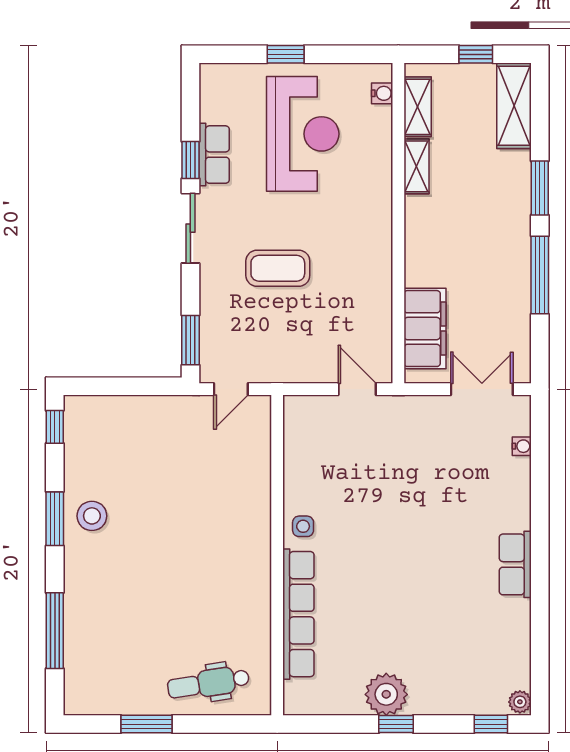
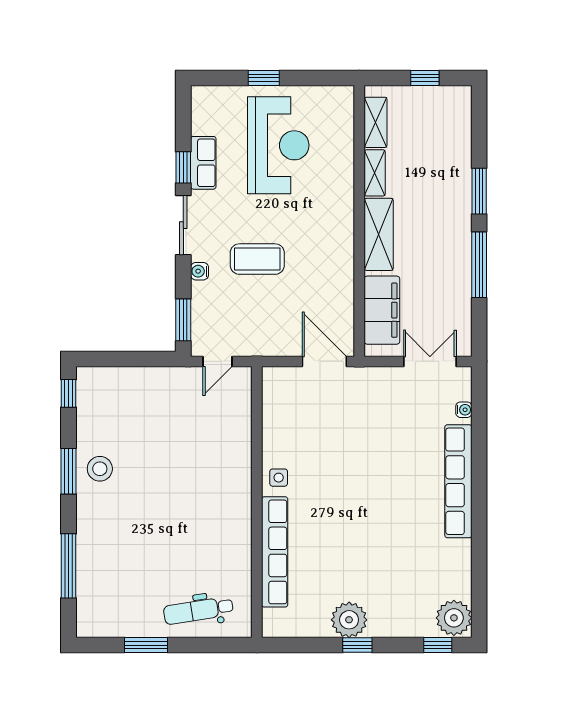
water cooler: (382, 93) -> (200, 271), moved, turned 180
shelving: (514, 106) -> (379, 234), moved
door: (357, 389) -> (324, 361), width x1.38
row of seats: (515, 564) -> (458, 481), width x2.02
plant: (520, 702) -> (454, 618), width x1.88, depth x1.88

